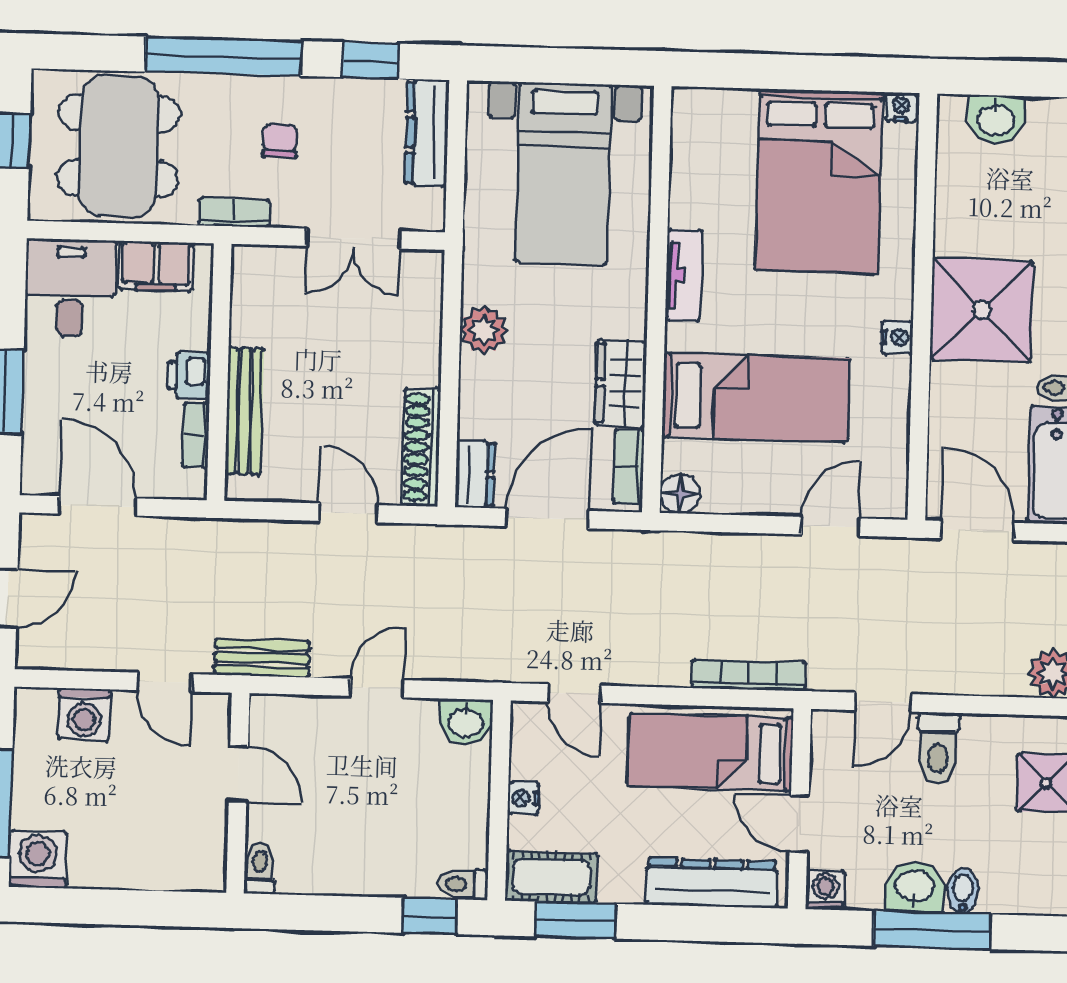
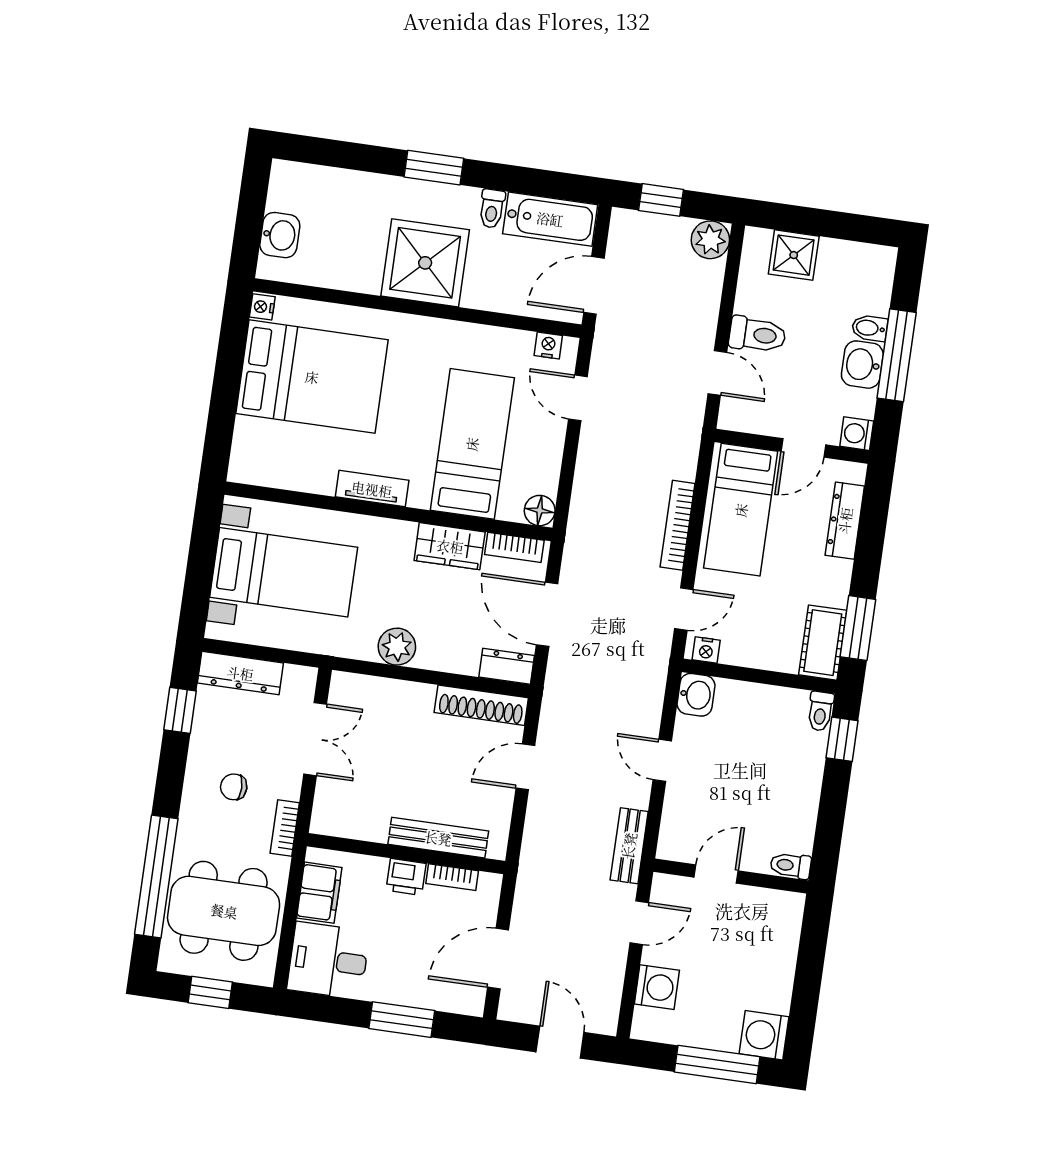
window: (223, 56) -> (156, 877), moved
nightstand: (897, 338) -> (548, 346), moved
bookcase: (749, 675) -> (678, 525), moved
nightstand: (523, 798) -> (706, 650), moved
dresser: (712, 883) -> (845, 521), width x0.73, depth x0.80

